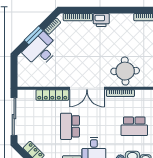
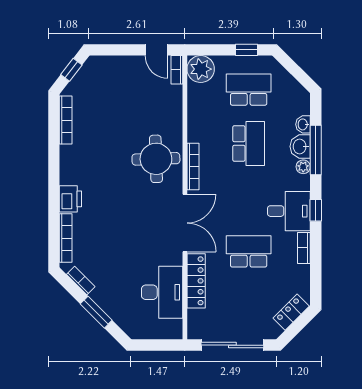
desk: (41, 50) -> (162, 292), moved, turned -135
school desk: (70, 126) -> (249, 251), turned 180

